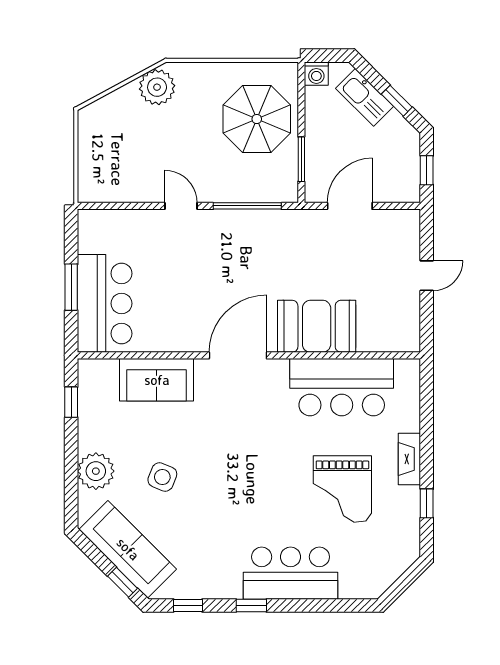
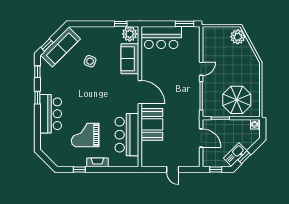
plant: (157, 87) -> (238, 37), moved
kitchen sink: (365, 97) -> (235, 154), moved
window: (71, 287) -> (184, 24), moved
plant: (96, 471) -> (130, 34), moved

